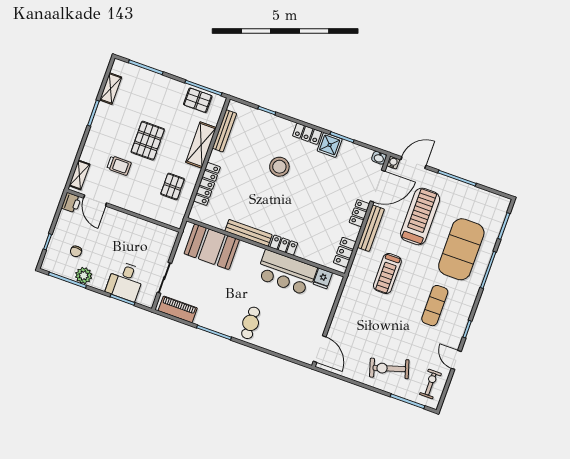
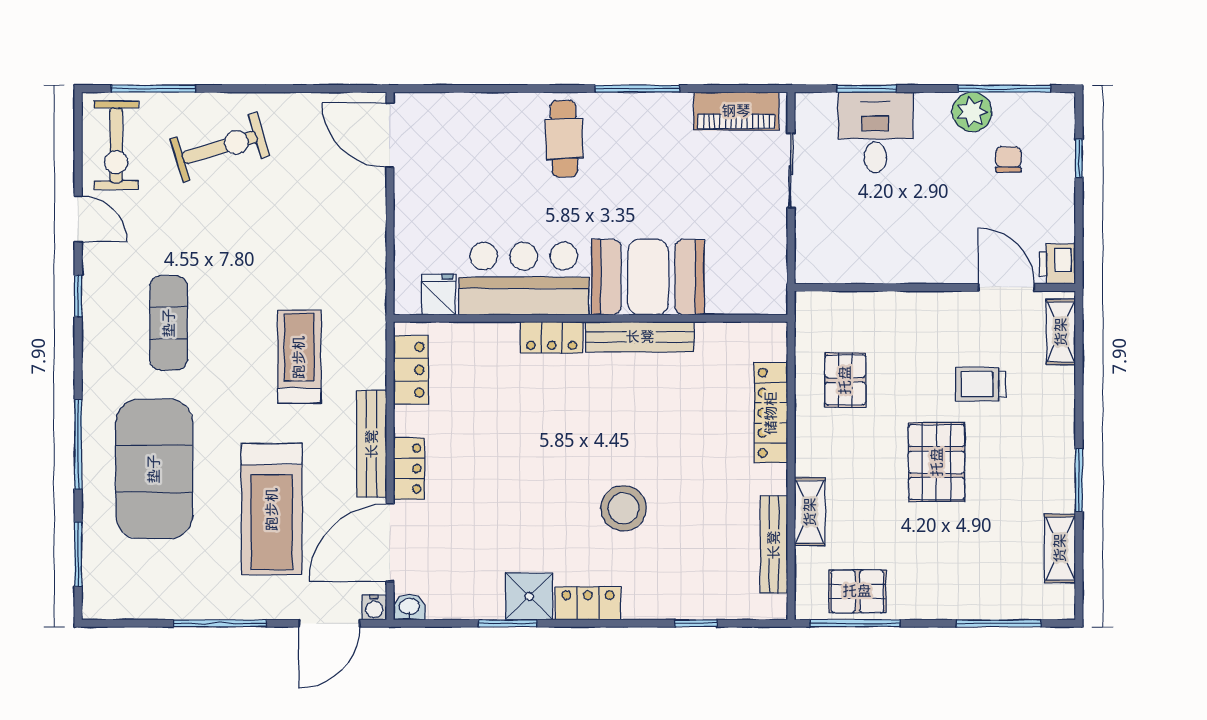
shelving: (201, 145) -> (810, 512), width x0.67, depth x0.75
booth: (212, 247) -> (648, 277), moved
exercise bike: (430, 384) -> (116, 145), width x1.38, depth x1.39

